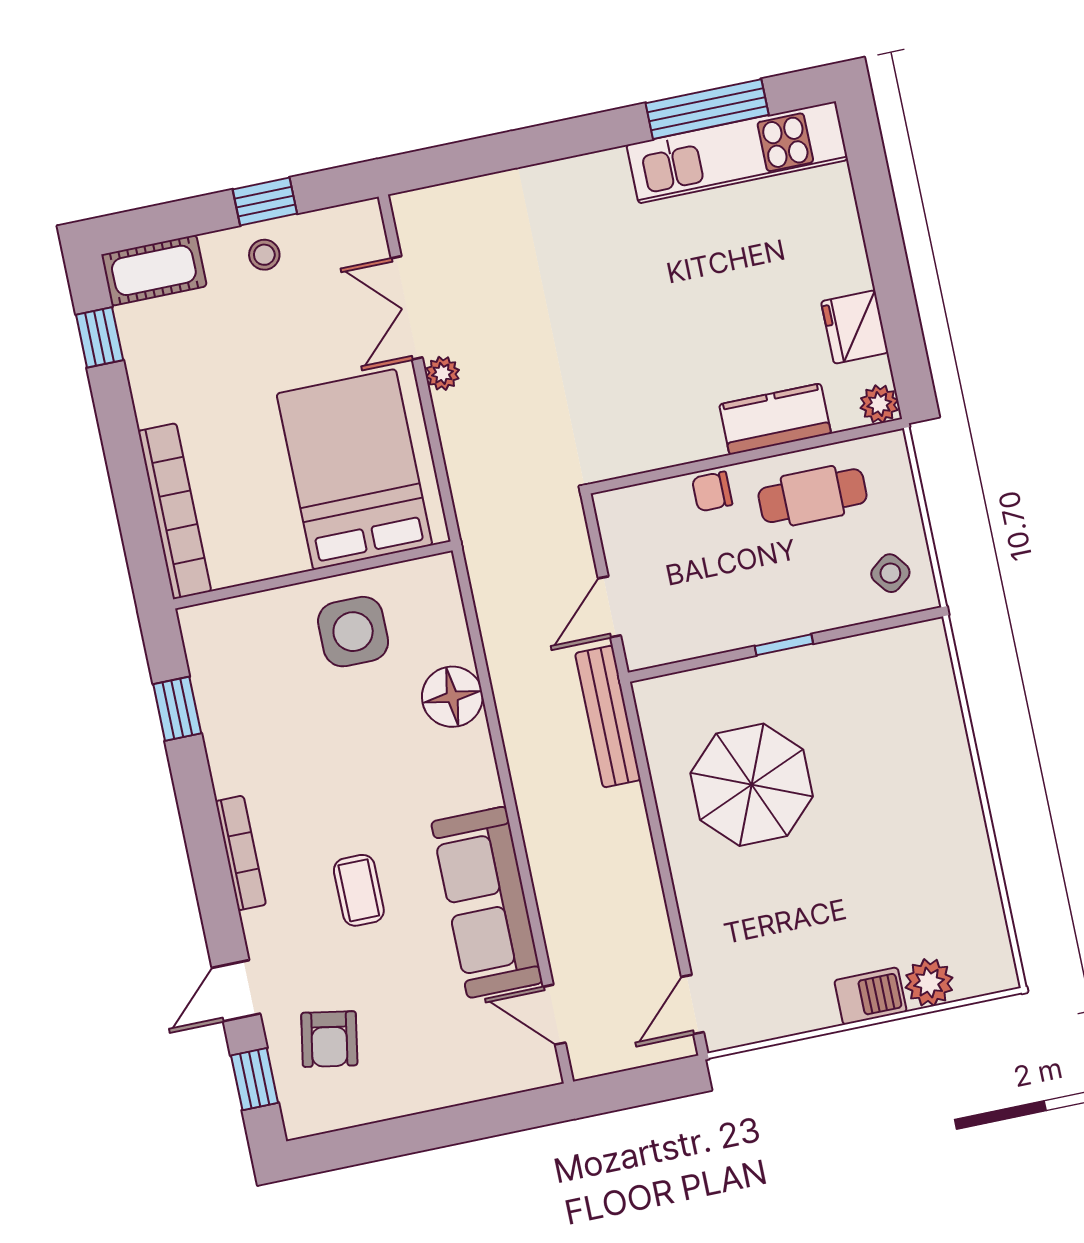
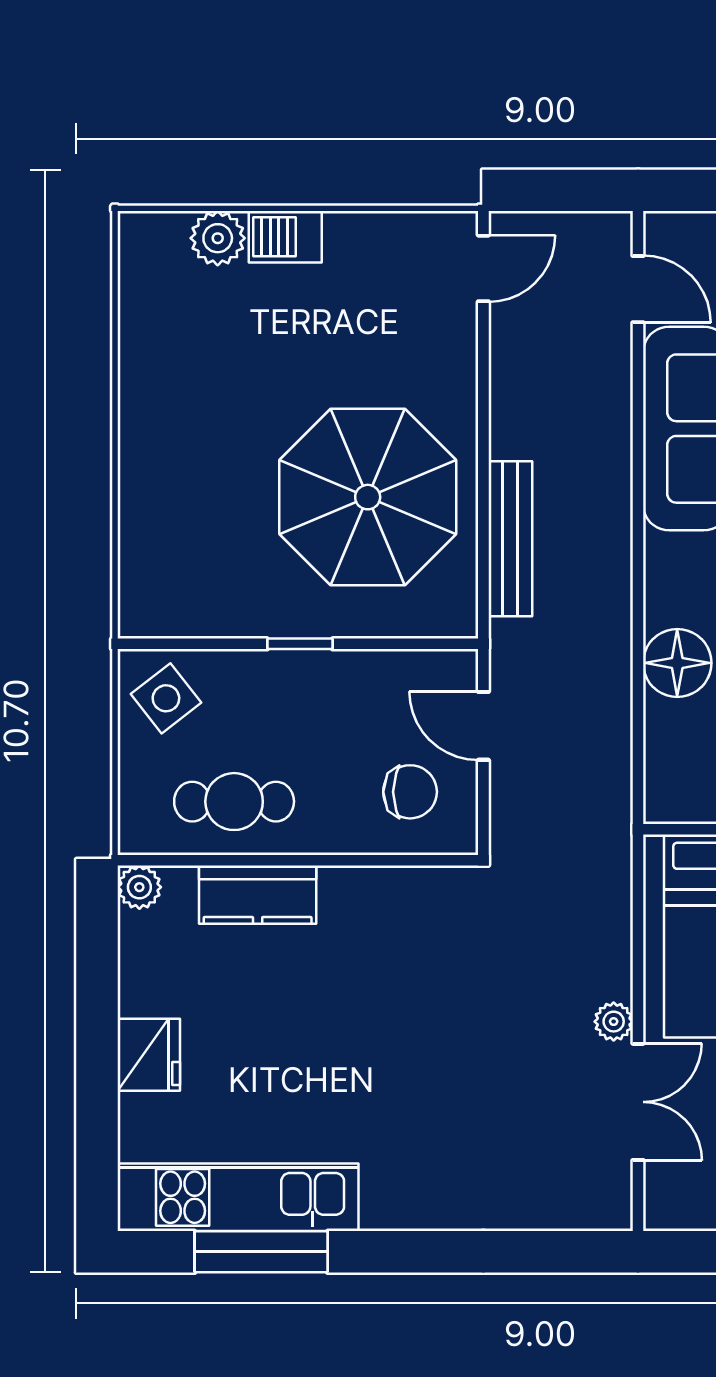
fridge: (855, 327) -> (149, 1055), moved
chair: (712, 492) -> (410, 792), moved, width x1.37, depth x1.37
side table: (890, 573) -> (166, 698), width x1.37, depth x1.37
door: (609, 607) -> (483, 726), swing flipped
bench: (608, 717) -> (510, 539), moved
parasol: (752, 785) -> (368, 497), width x1.36, depth x1.36

